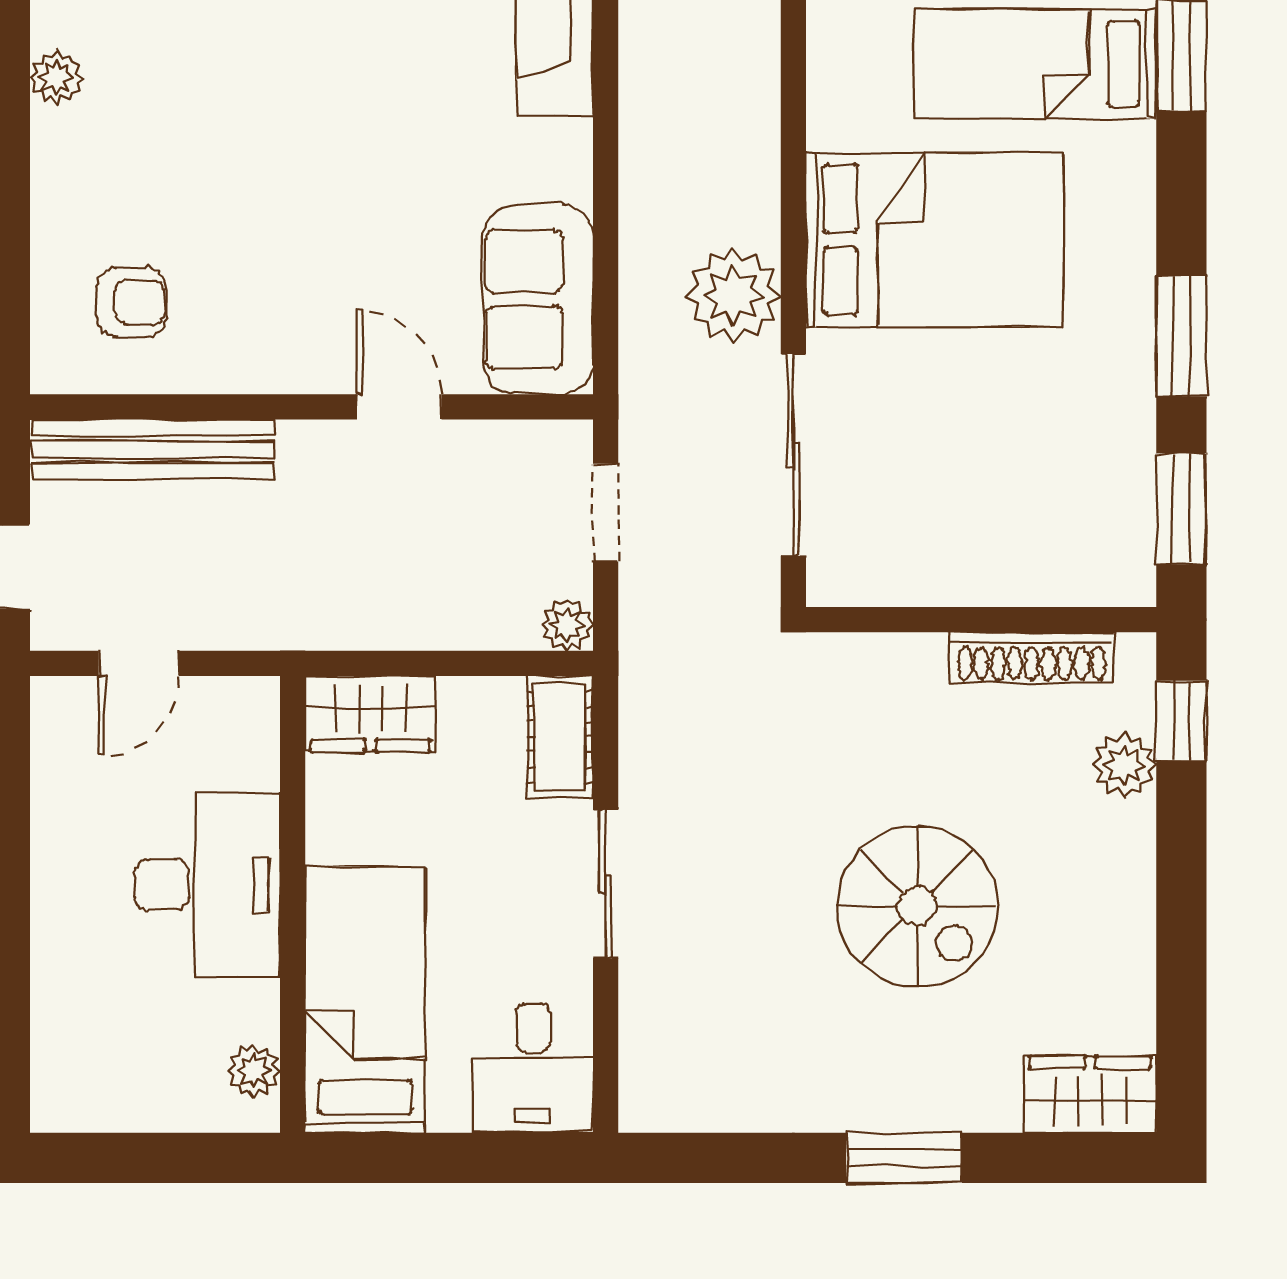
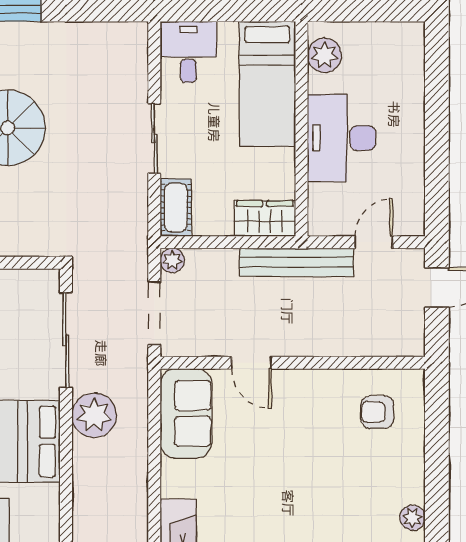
bench: (153, 450) -> (296, 262), moved
doorway: (606, 513) -> (154, 313), width x1.38
plant: (254, 1071) -> (324, 55), width x1.38, depth x1.38

